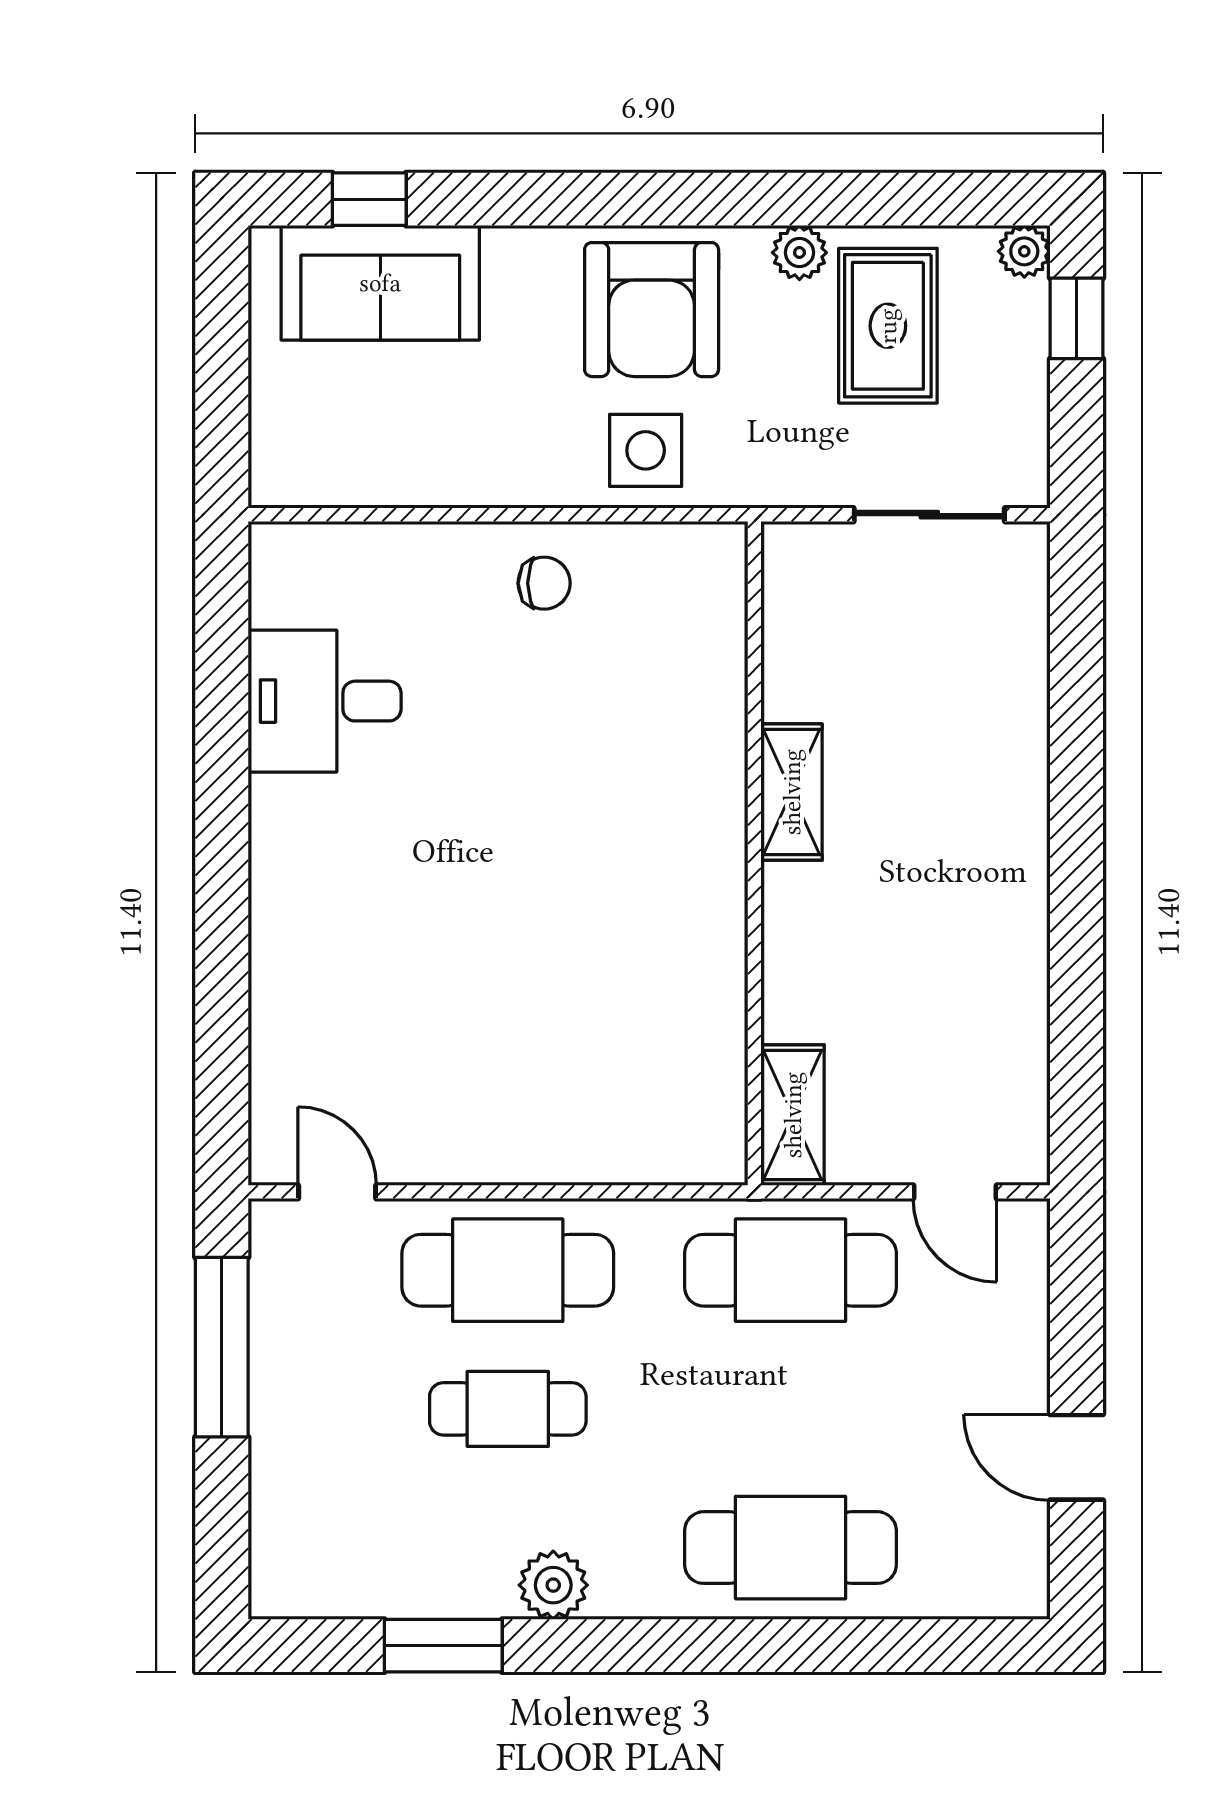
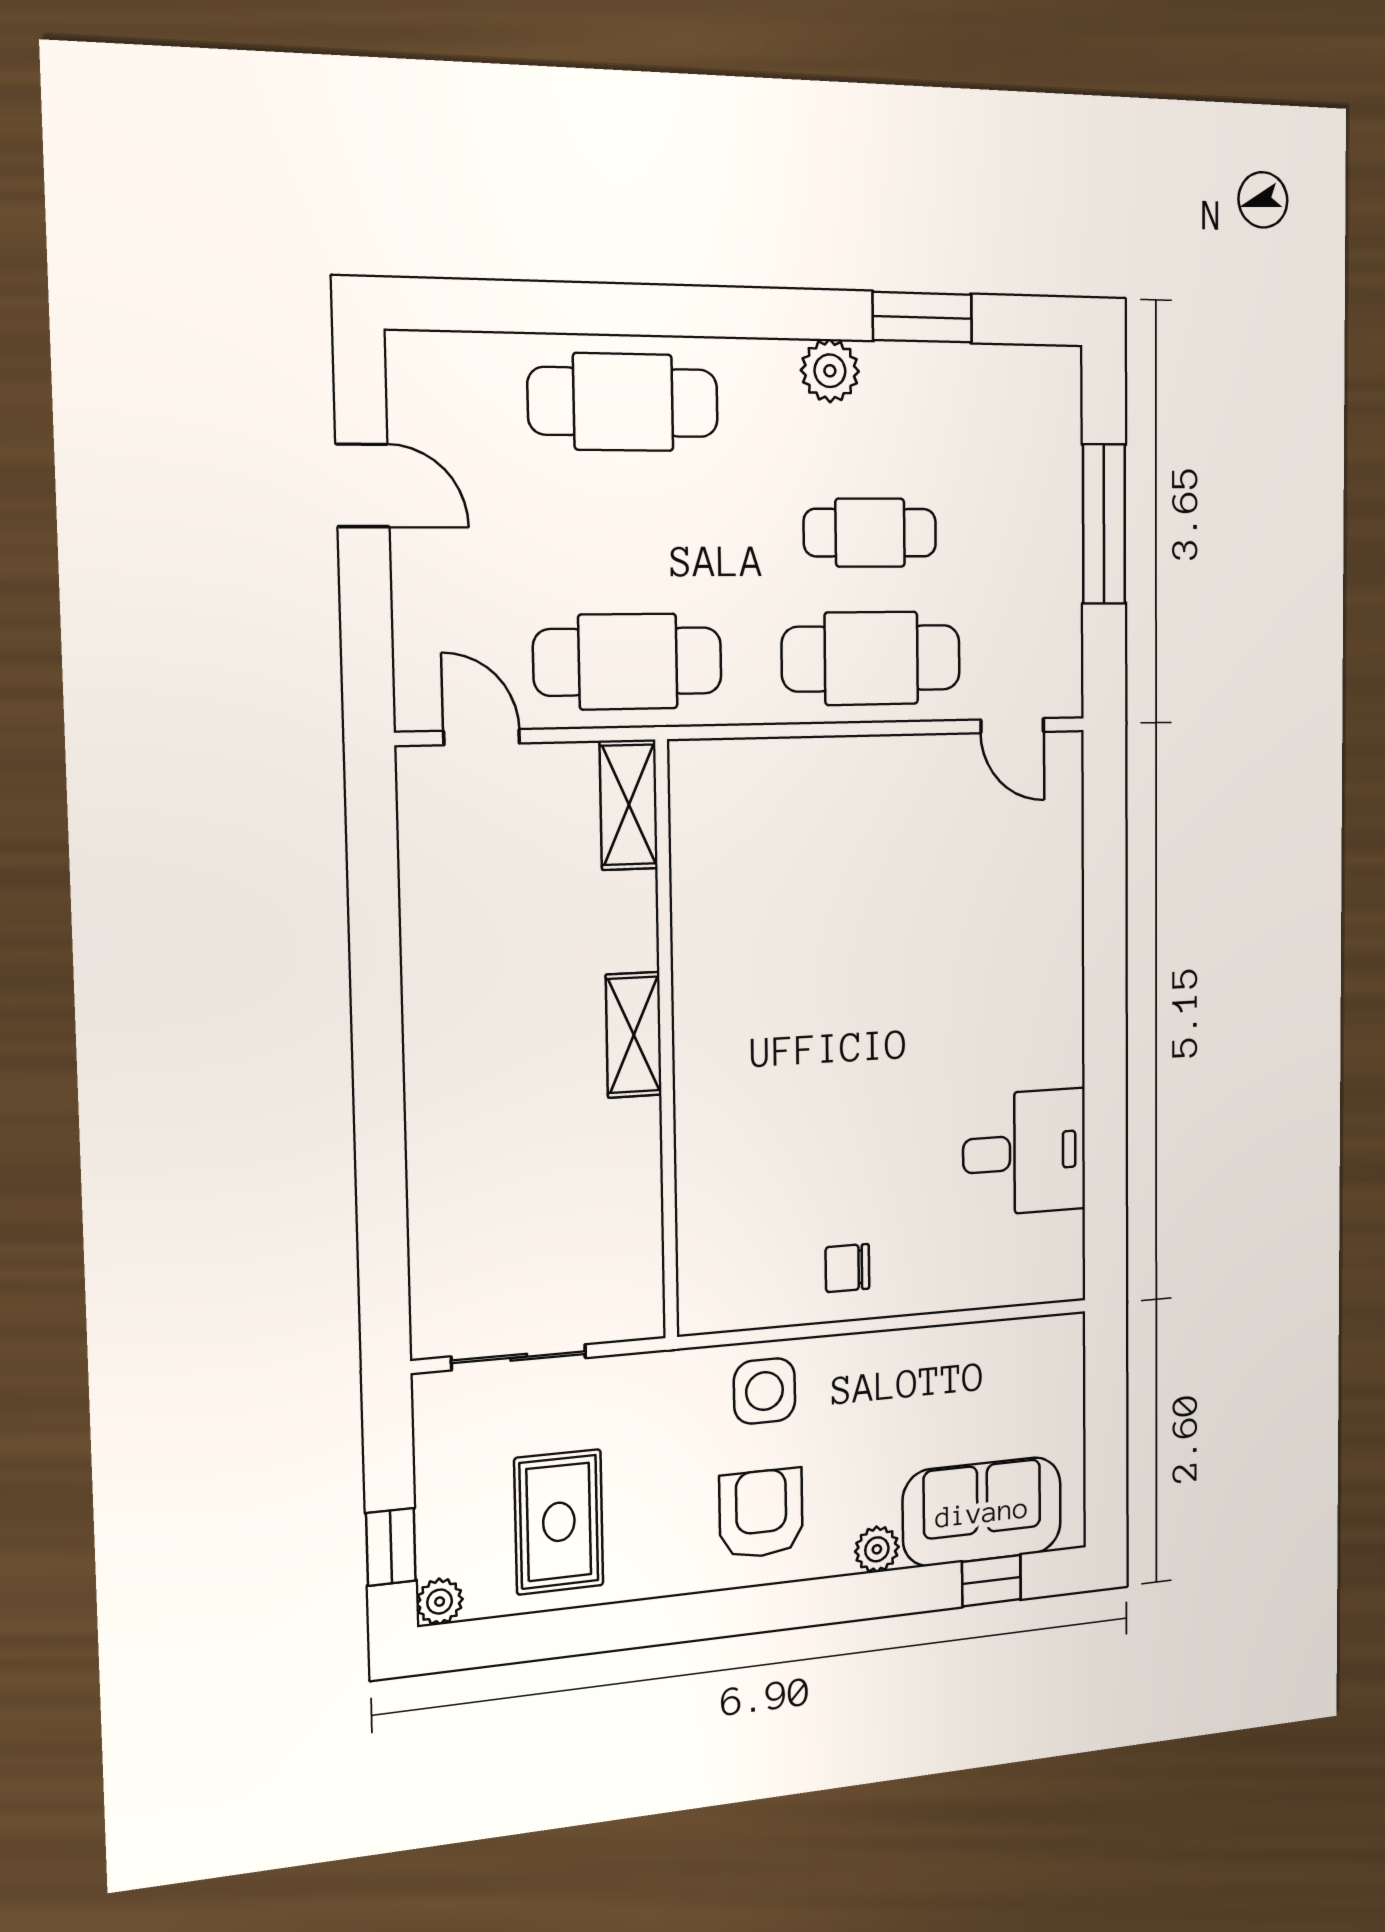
plant: (799, 253) -> (877, 1549), moved
armchair: (652, 310) -> (761, 1514), width x0.73, depth x0.73
shelving: (792, 792) -> (634, 1035), moved
window: (222, 1347) -> (1104, 524), moved

